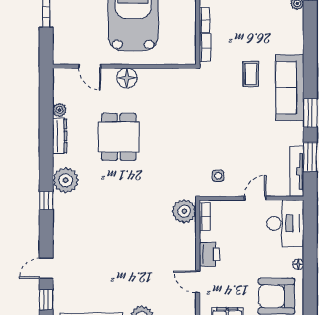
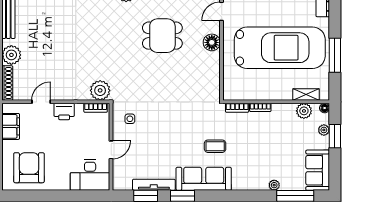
tv unit: (297, 171) -> (154, 185), moved
door: (255, 198) -> (111, 150), hinge flipped
floor lamp: (298, 264) -> (56, 186), removed

